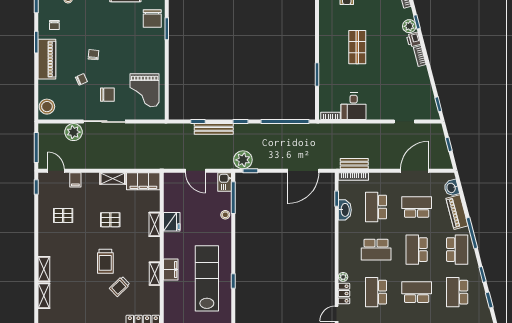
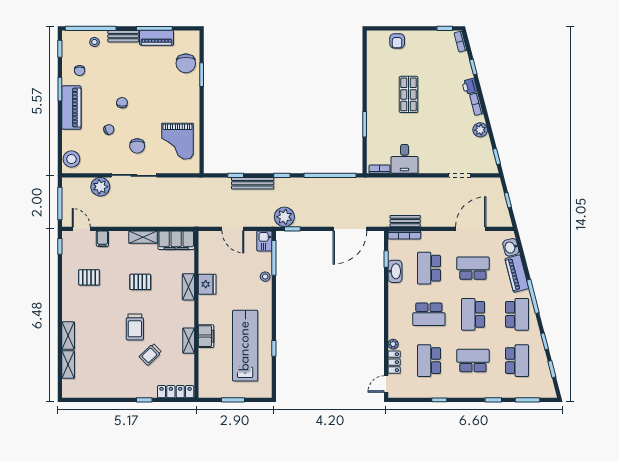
plant: (409, 26) -> (480, 130), moved
chair: (107, 95) -> (137, 146), turned 90
school desk: (457, 292) -> (517, 361), turned 180

